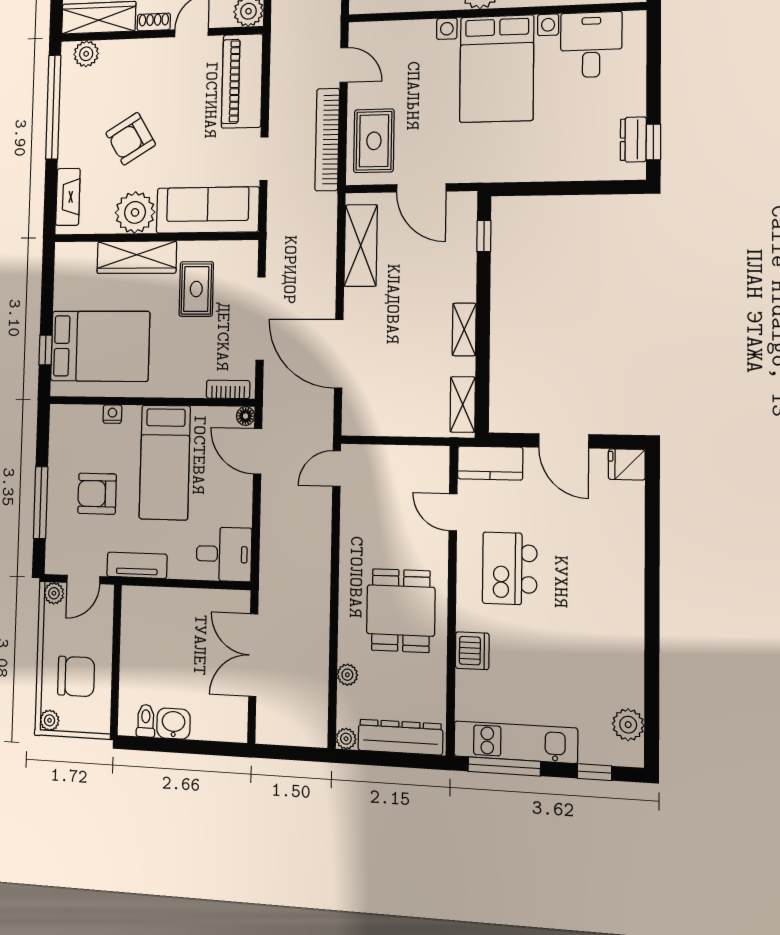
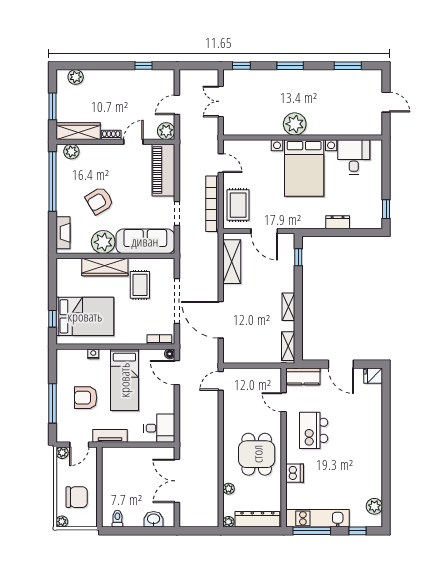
dresser: (633, 140) -> (338, 222), moved, turned 90
washbasin: (173, 724) -> (154, 519), moved

